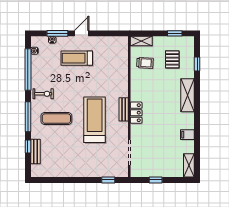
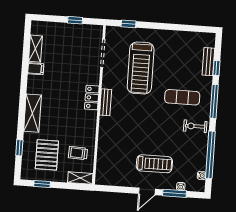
pallet: (172, 59) -> (47, 155), width x1.50, depth x1.42
treadmill: (95, 120) -> (141, 68), moved
shelving: (189, 165) -> (35, 49), moved

